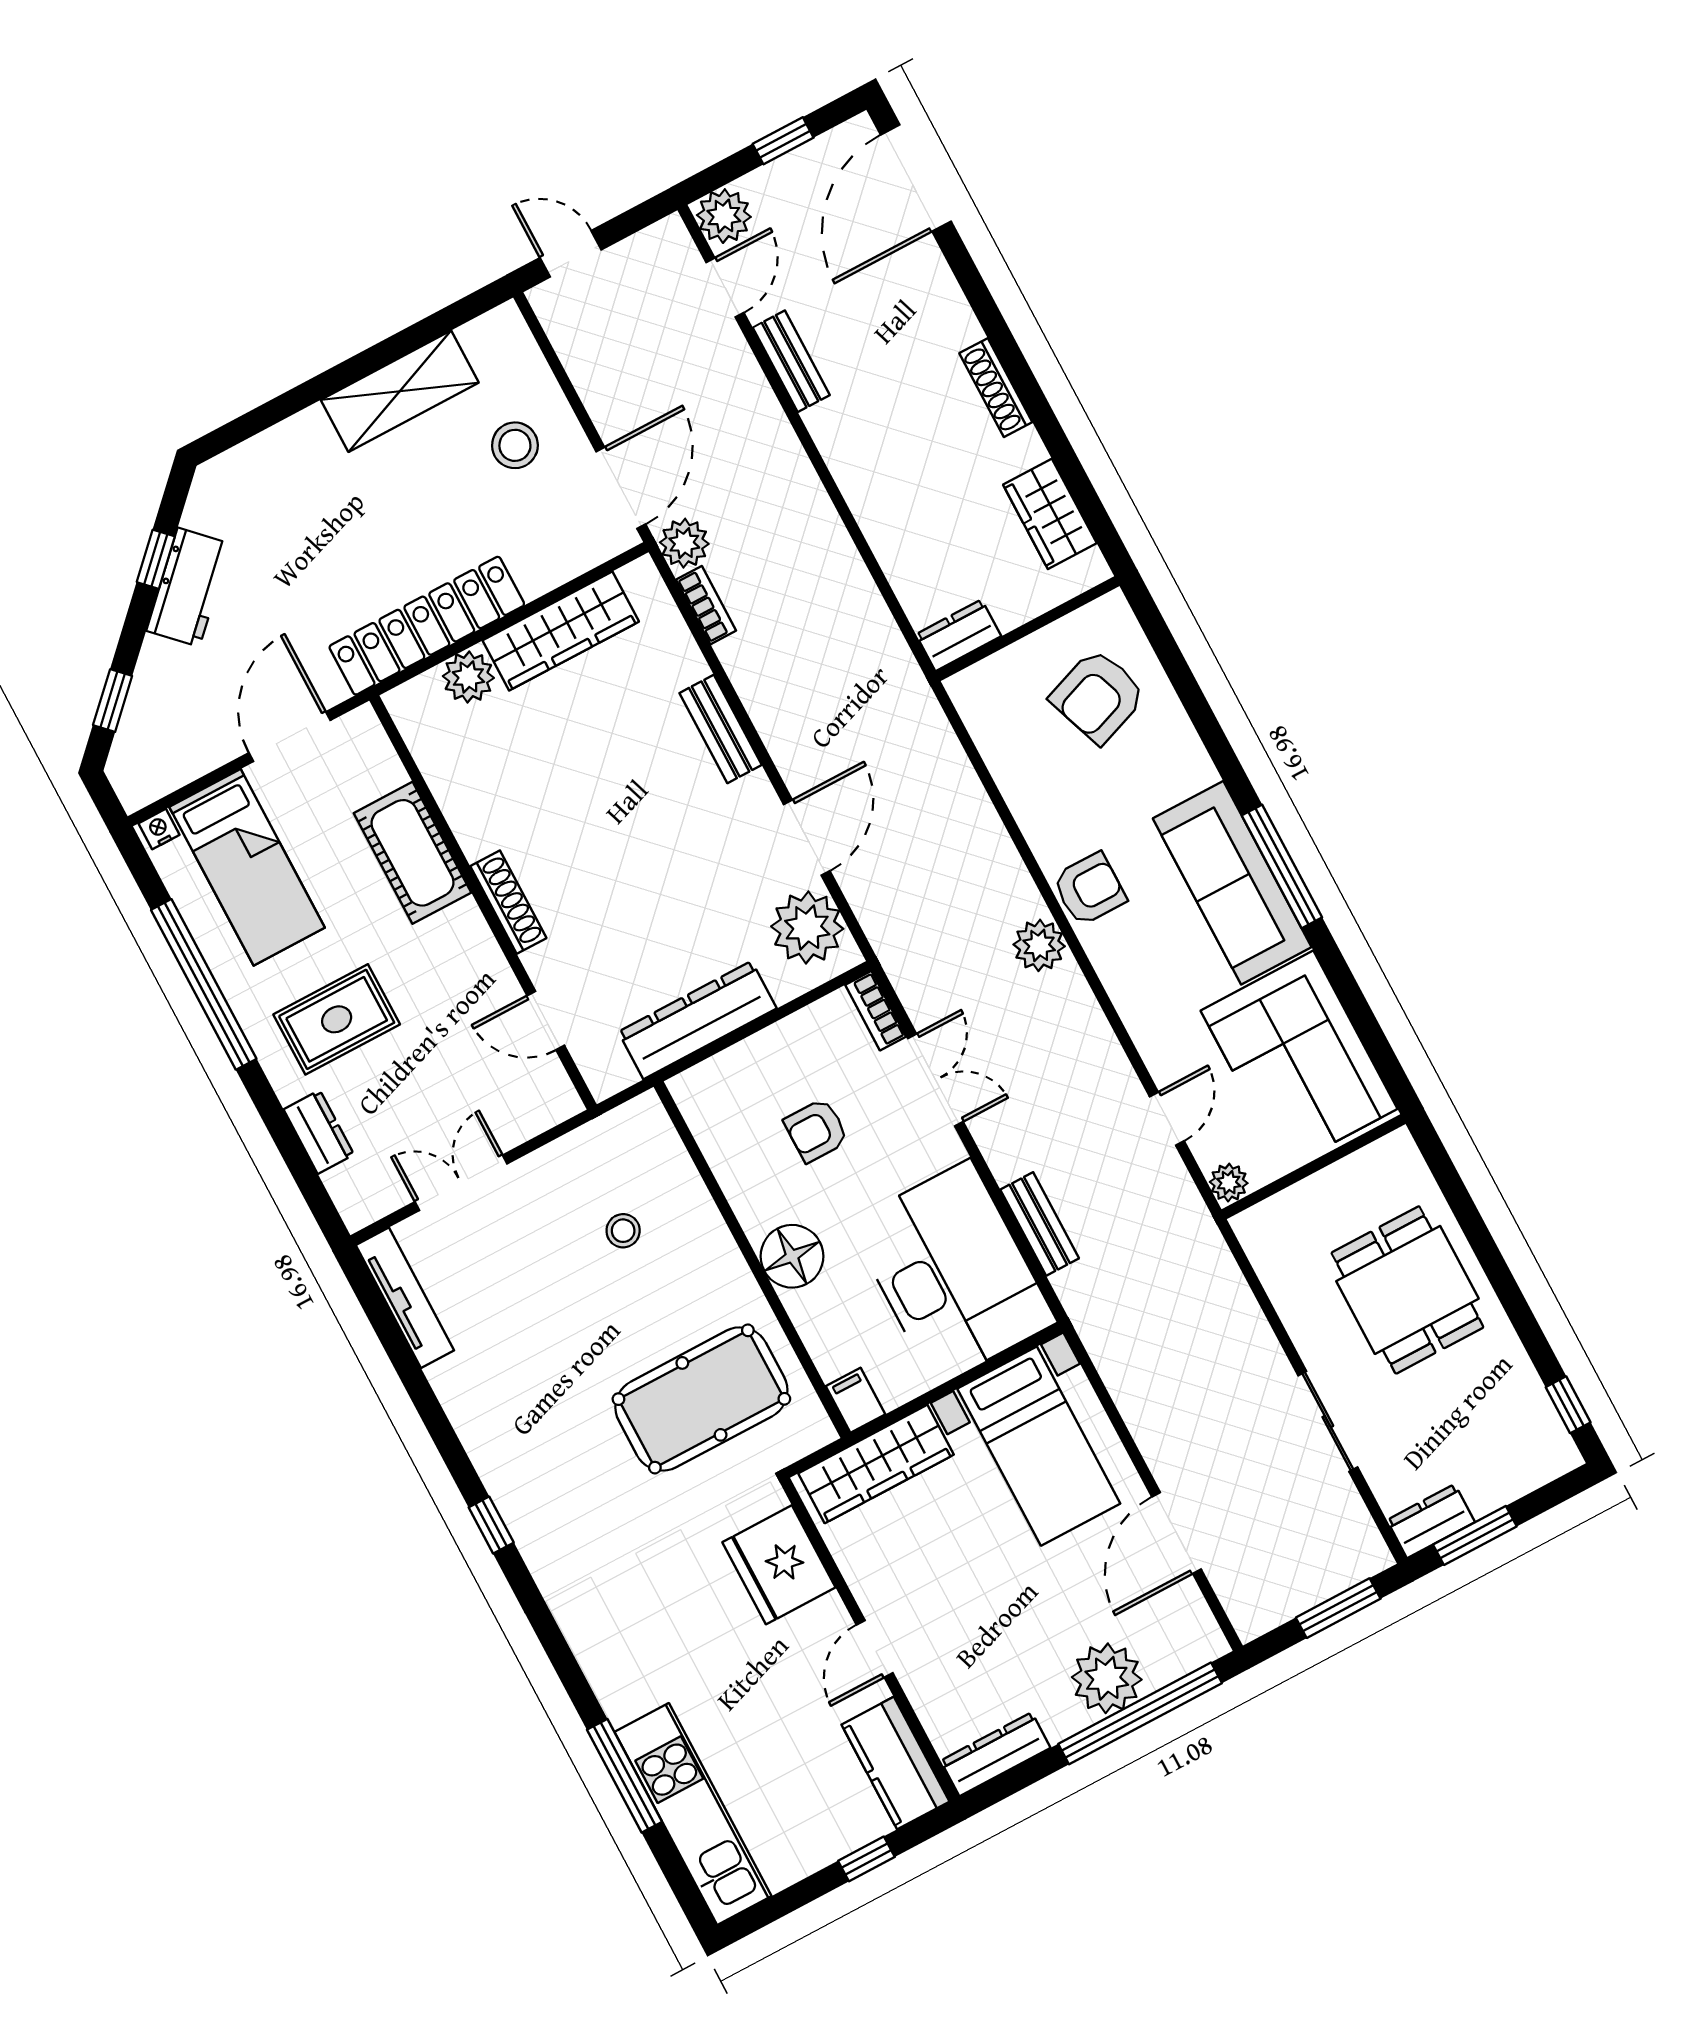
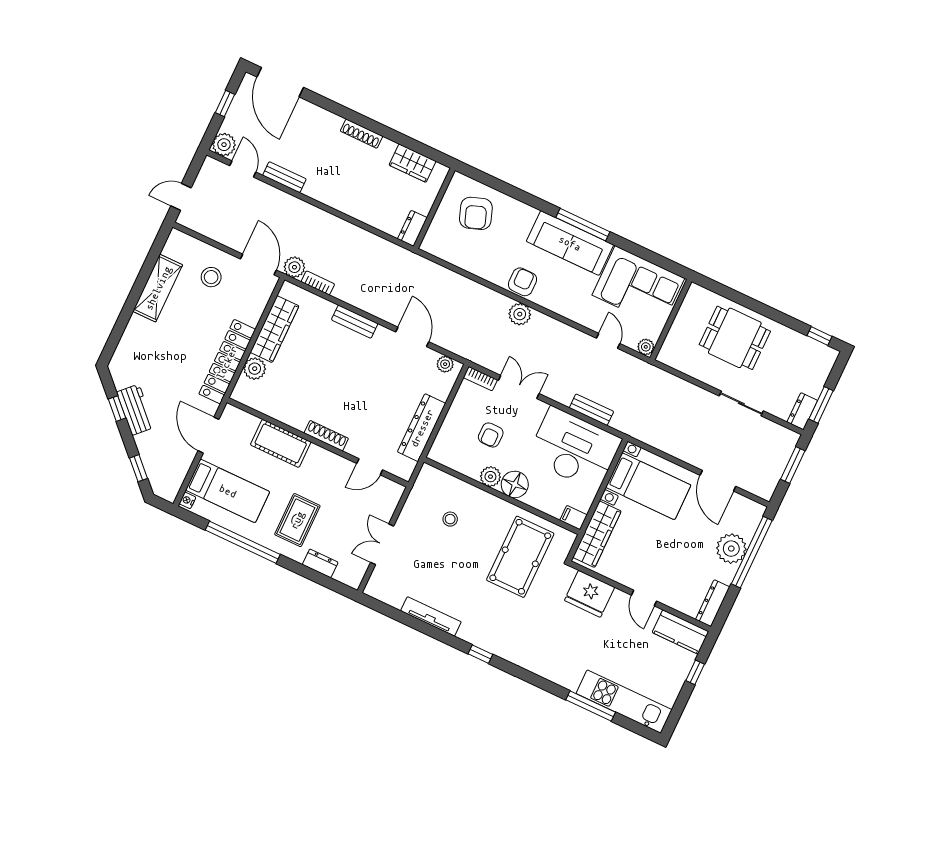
plant: (807, 928) -> (445, 364), width x0.53, depth x0.53
plant: (758, 1208) -> (490, 477), added
tv unit: (405, 1298) -> (431, 616), moved

